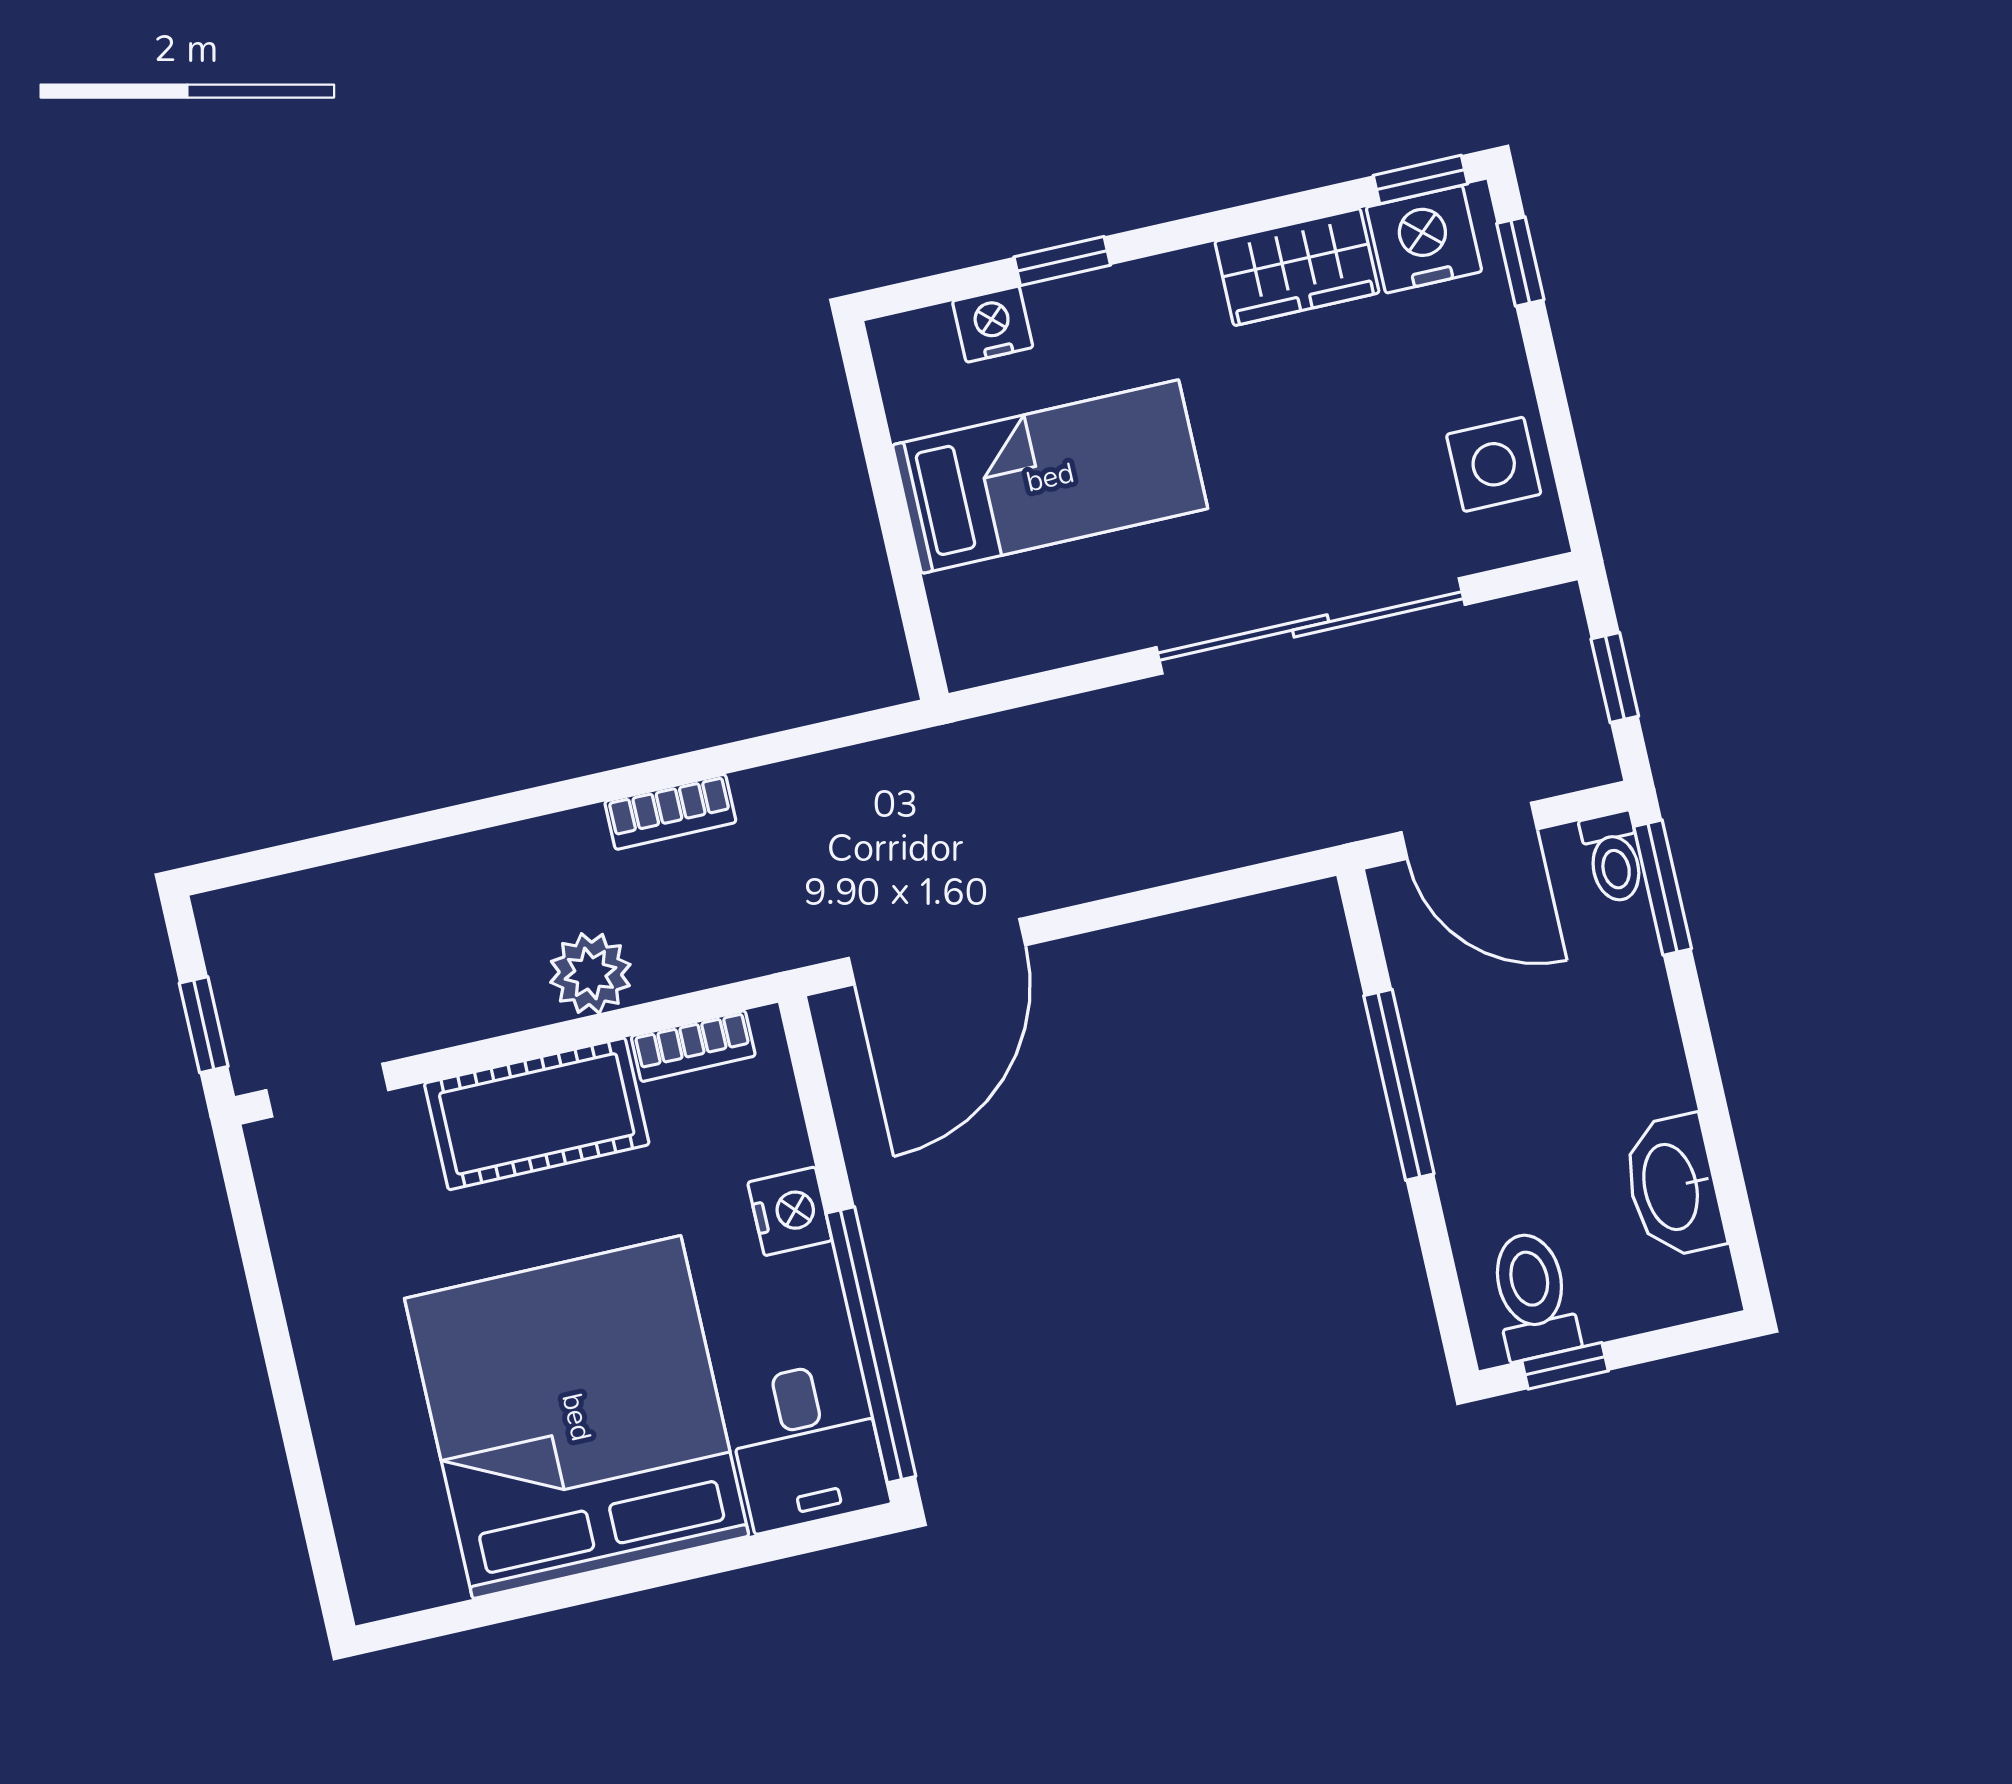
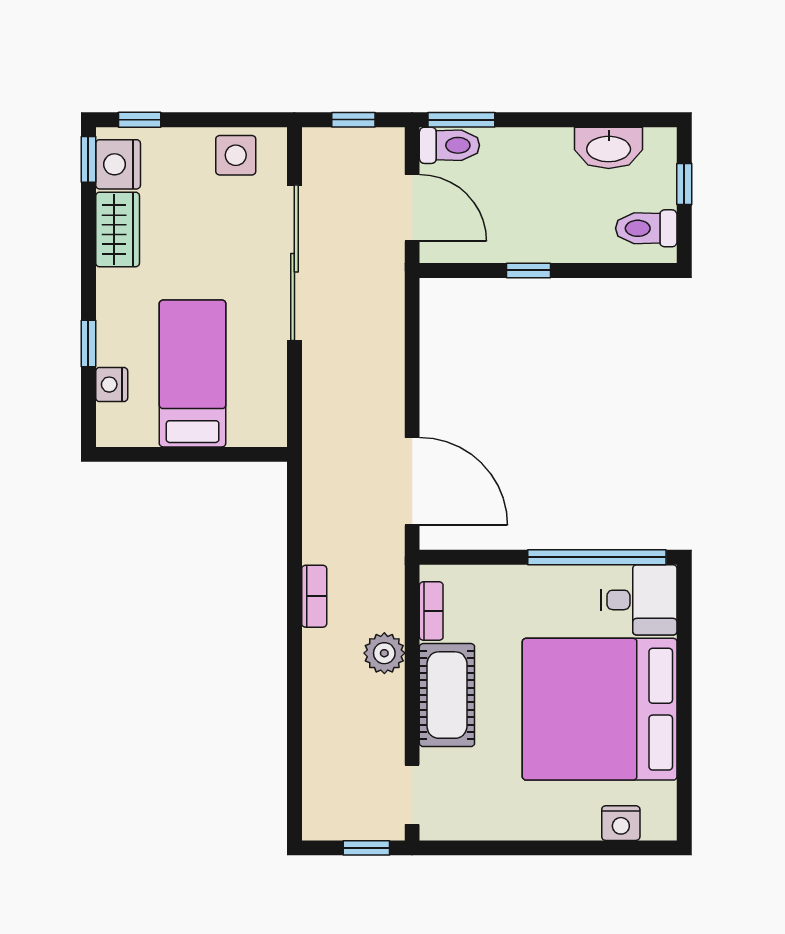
door: (1469, 831) -> (412, 208), hinge flipped
toilet: (1613, 857) -> (449, 145), width x1.37, depth x1.39
window: (1399, 1085) -> (528, 270), width x0.46
nightstand: (790, 1211) -> (621, 823), moved, turned 180
window: (1565, 1366) -> (684, 184), moved

